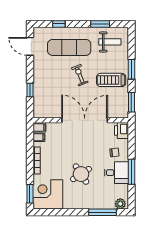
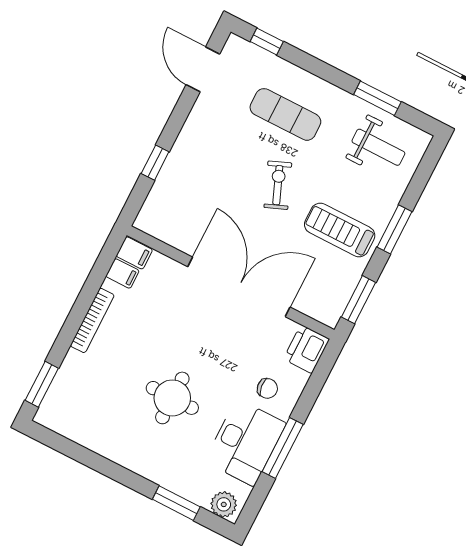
window: (59, 24) -> (267, 42), moved
exercise mat: (69, 47) -> (285, 114), width x0.73, depth x0.69
desk: (117, 173) -> (245, 442), width x1.37
round table: (81, 174) -> (172, 398), turned 33
corner desk: (48, 194) -> (79, 405), removed
window: (102, 212) -> (176, 503), width x0.69

